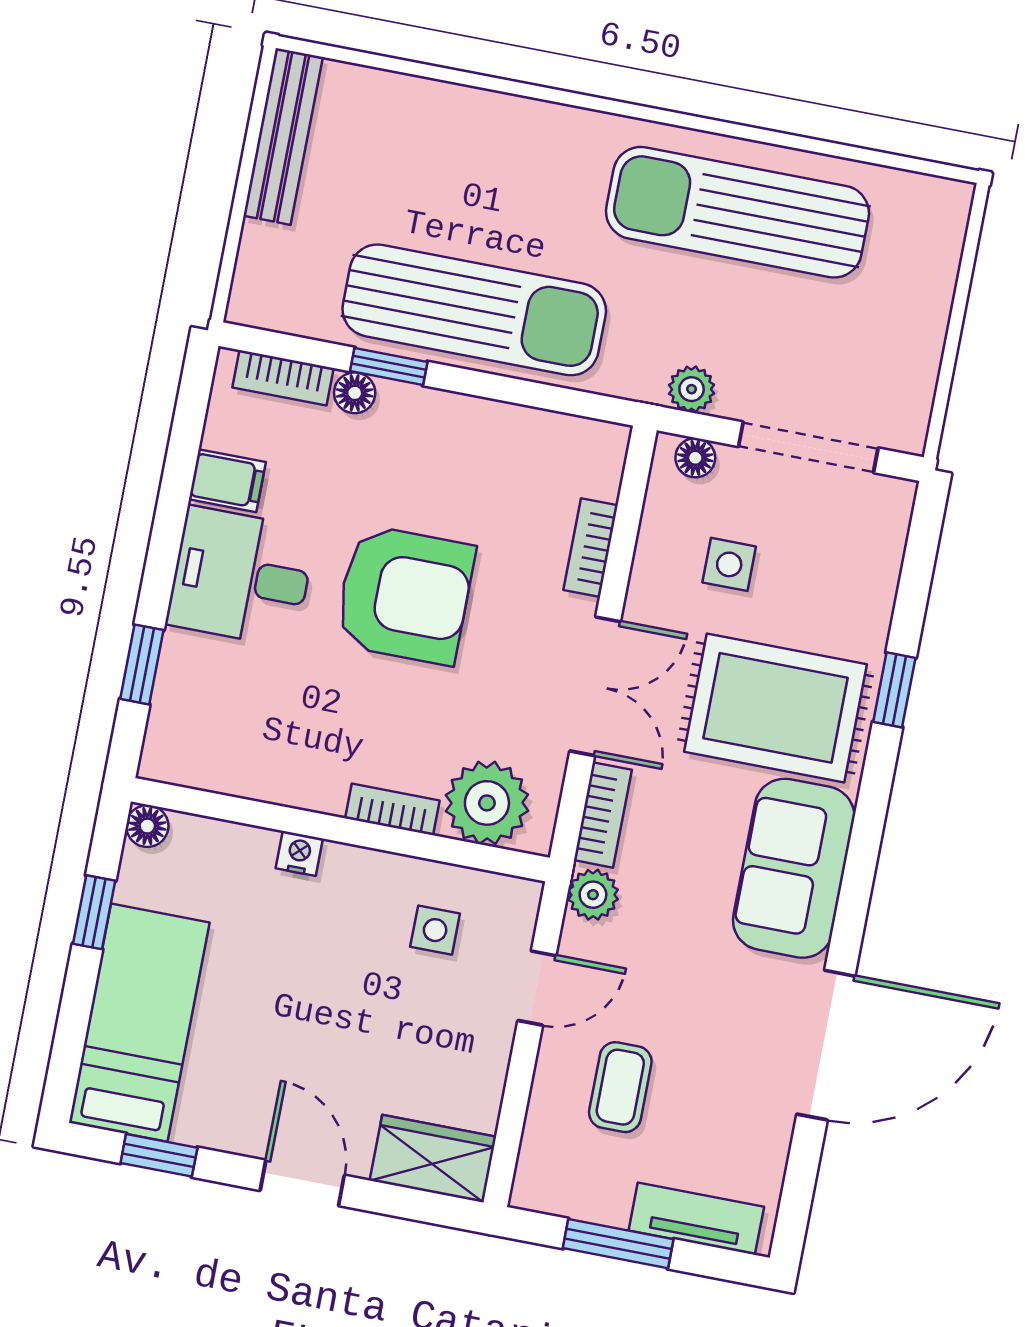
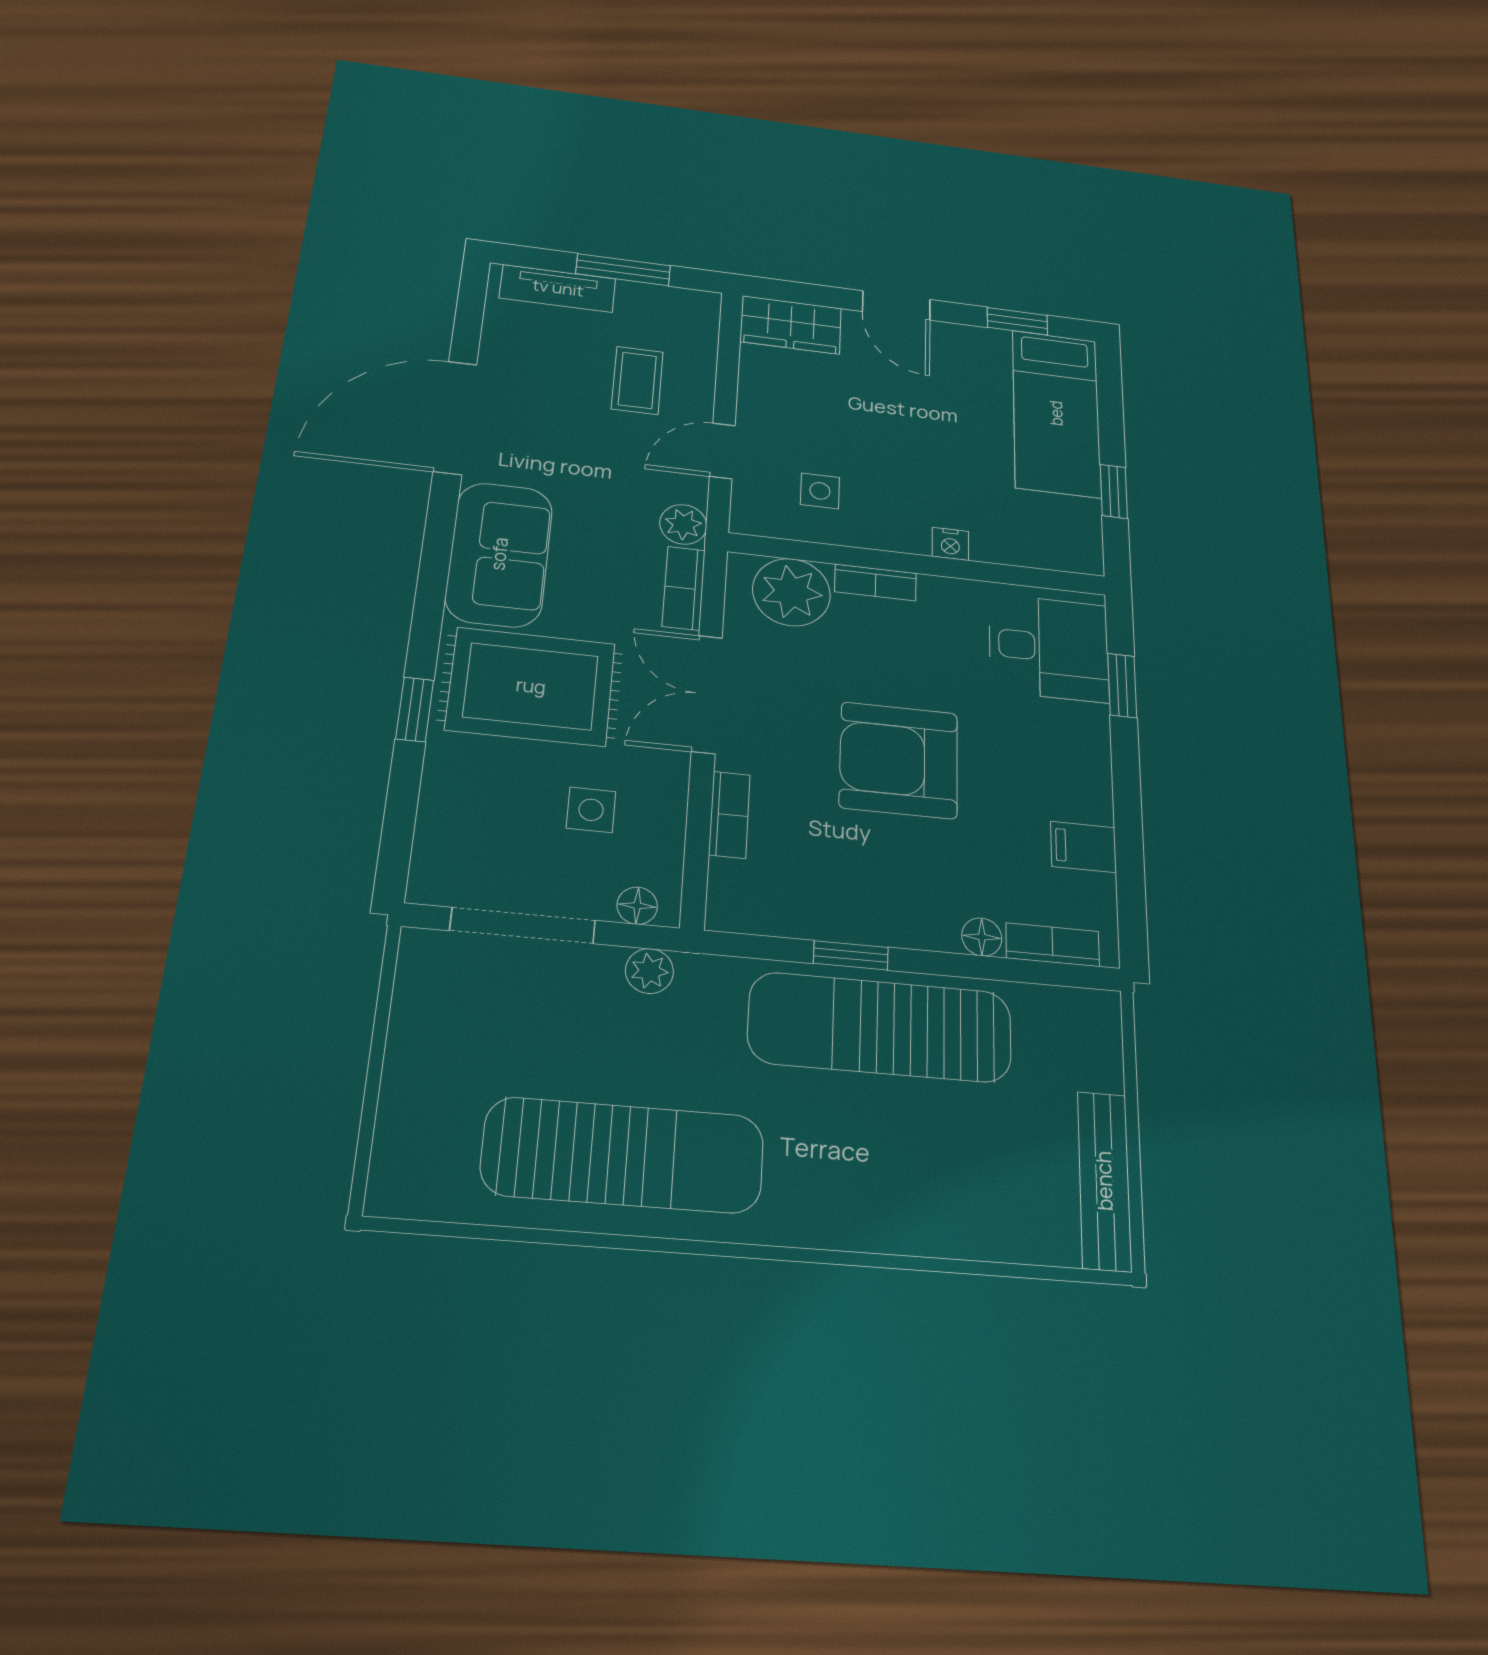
window: (389, 366) -> (851, 955), moved
desk: (241, 577) -> (1049, 648), moved
floor lamp: (147, 826) -> (1086, 558), removed

